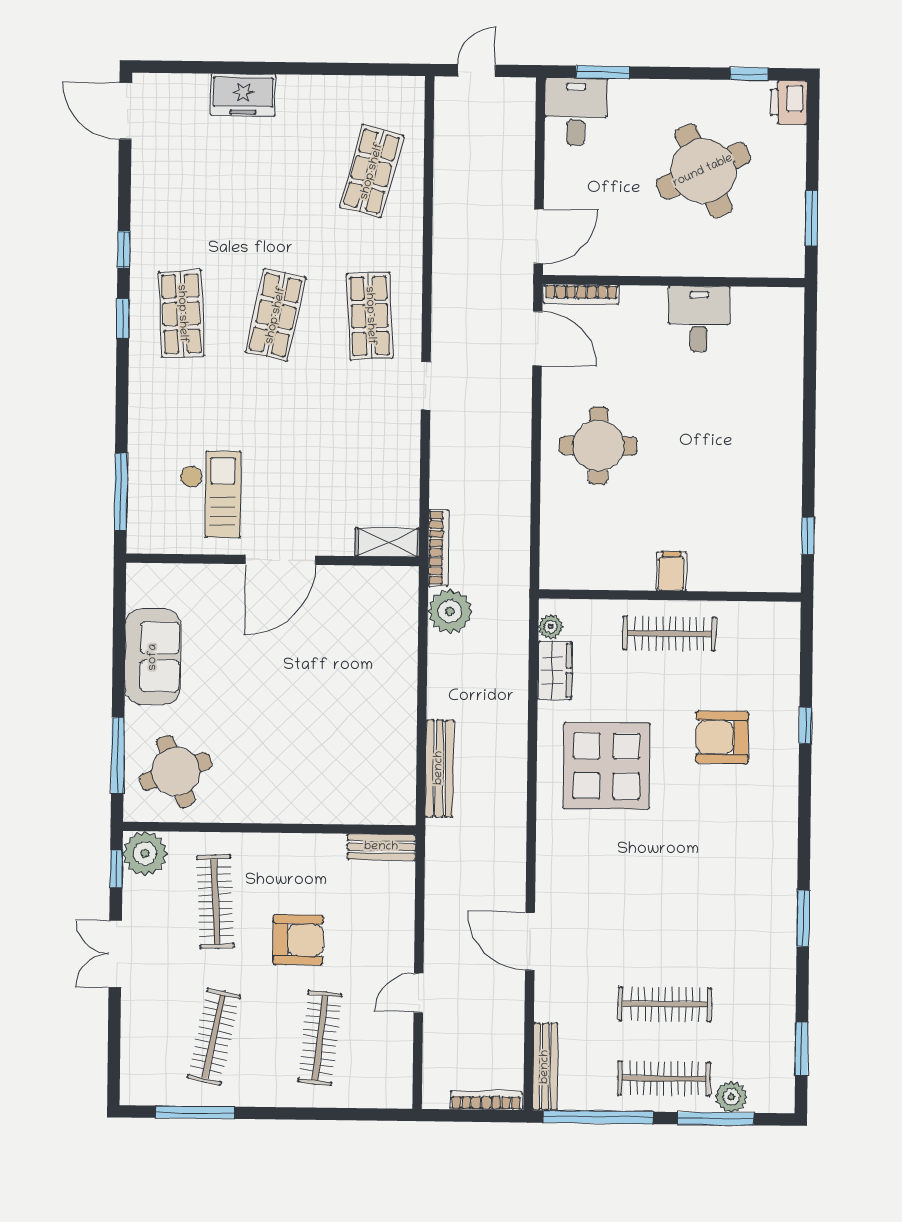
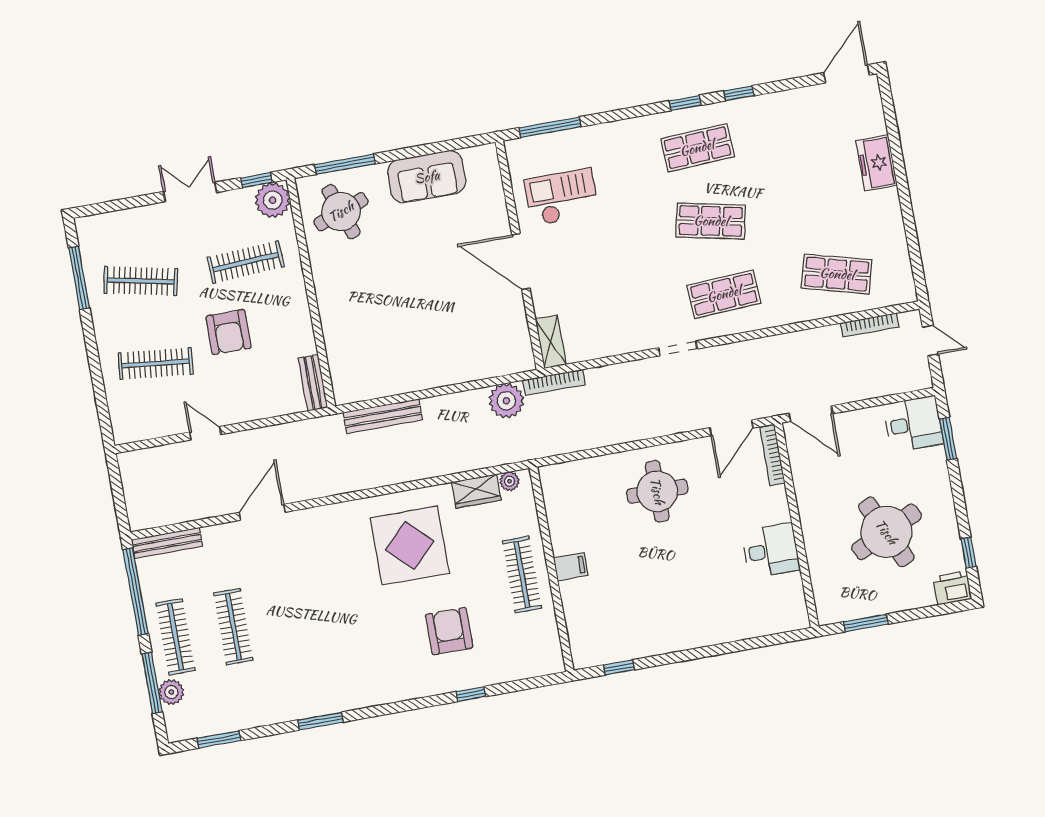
checkout: (210, 494) -> (562, 197), turned 180
bookcase: (486, 1100) -> (870, 325), moved, turned 90

